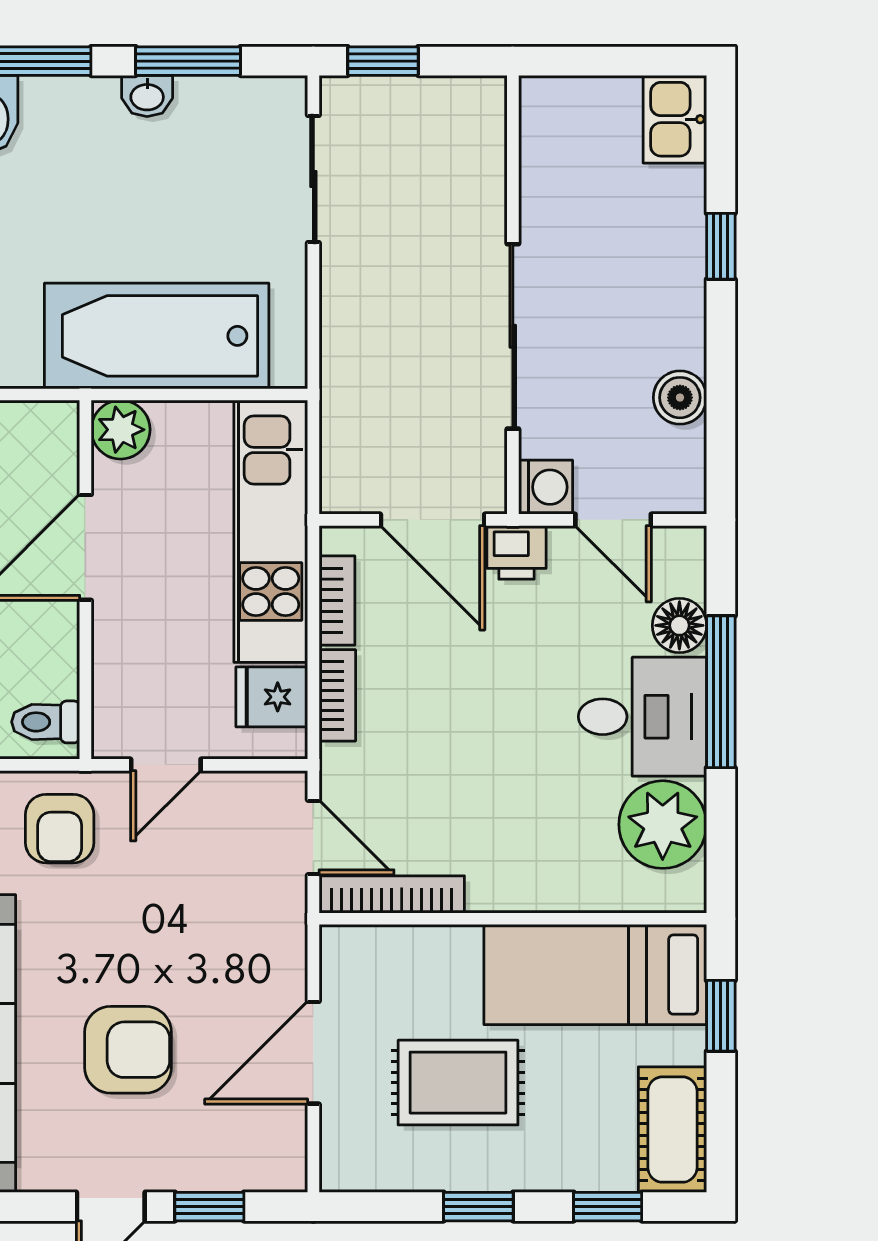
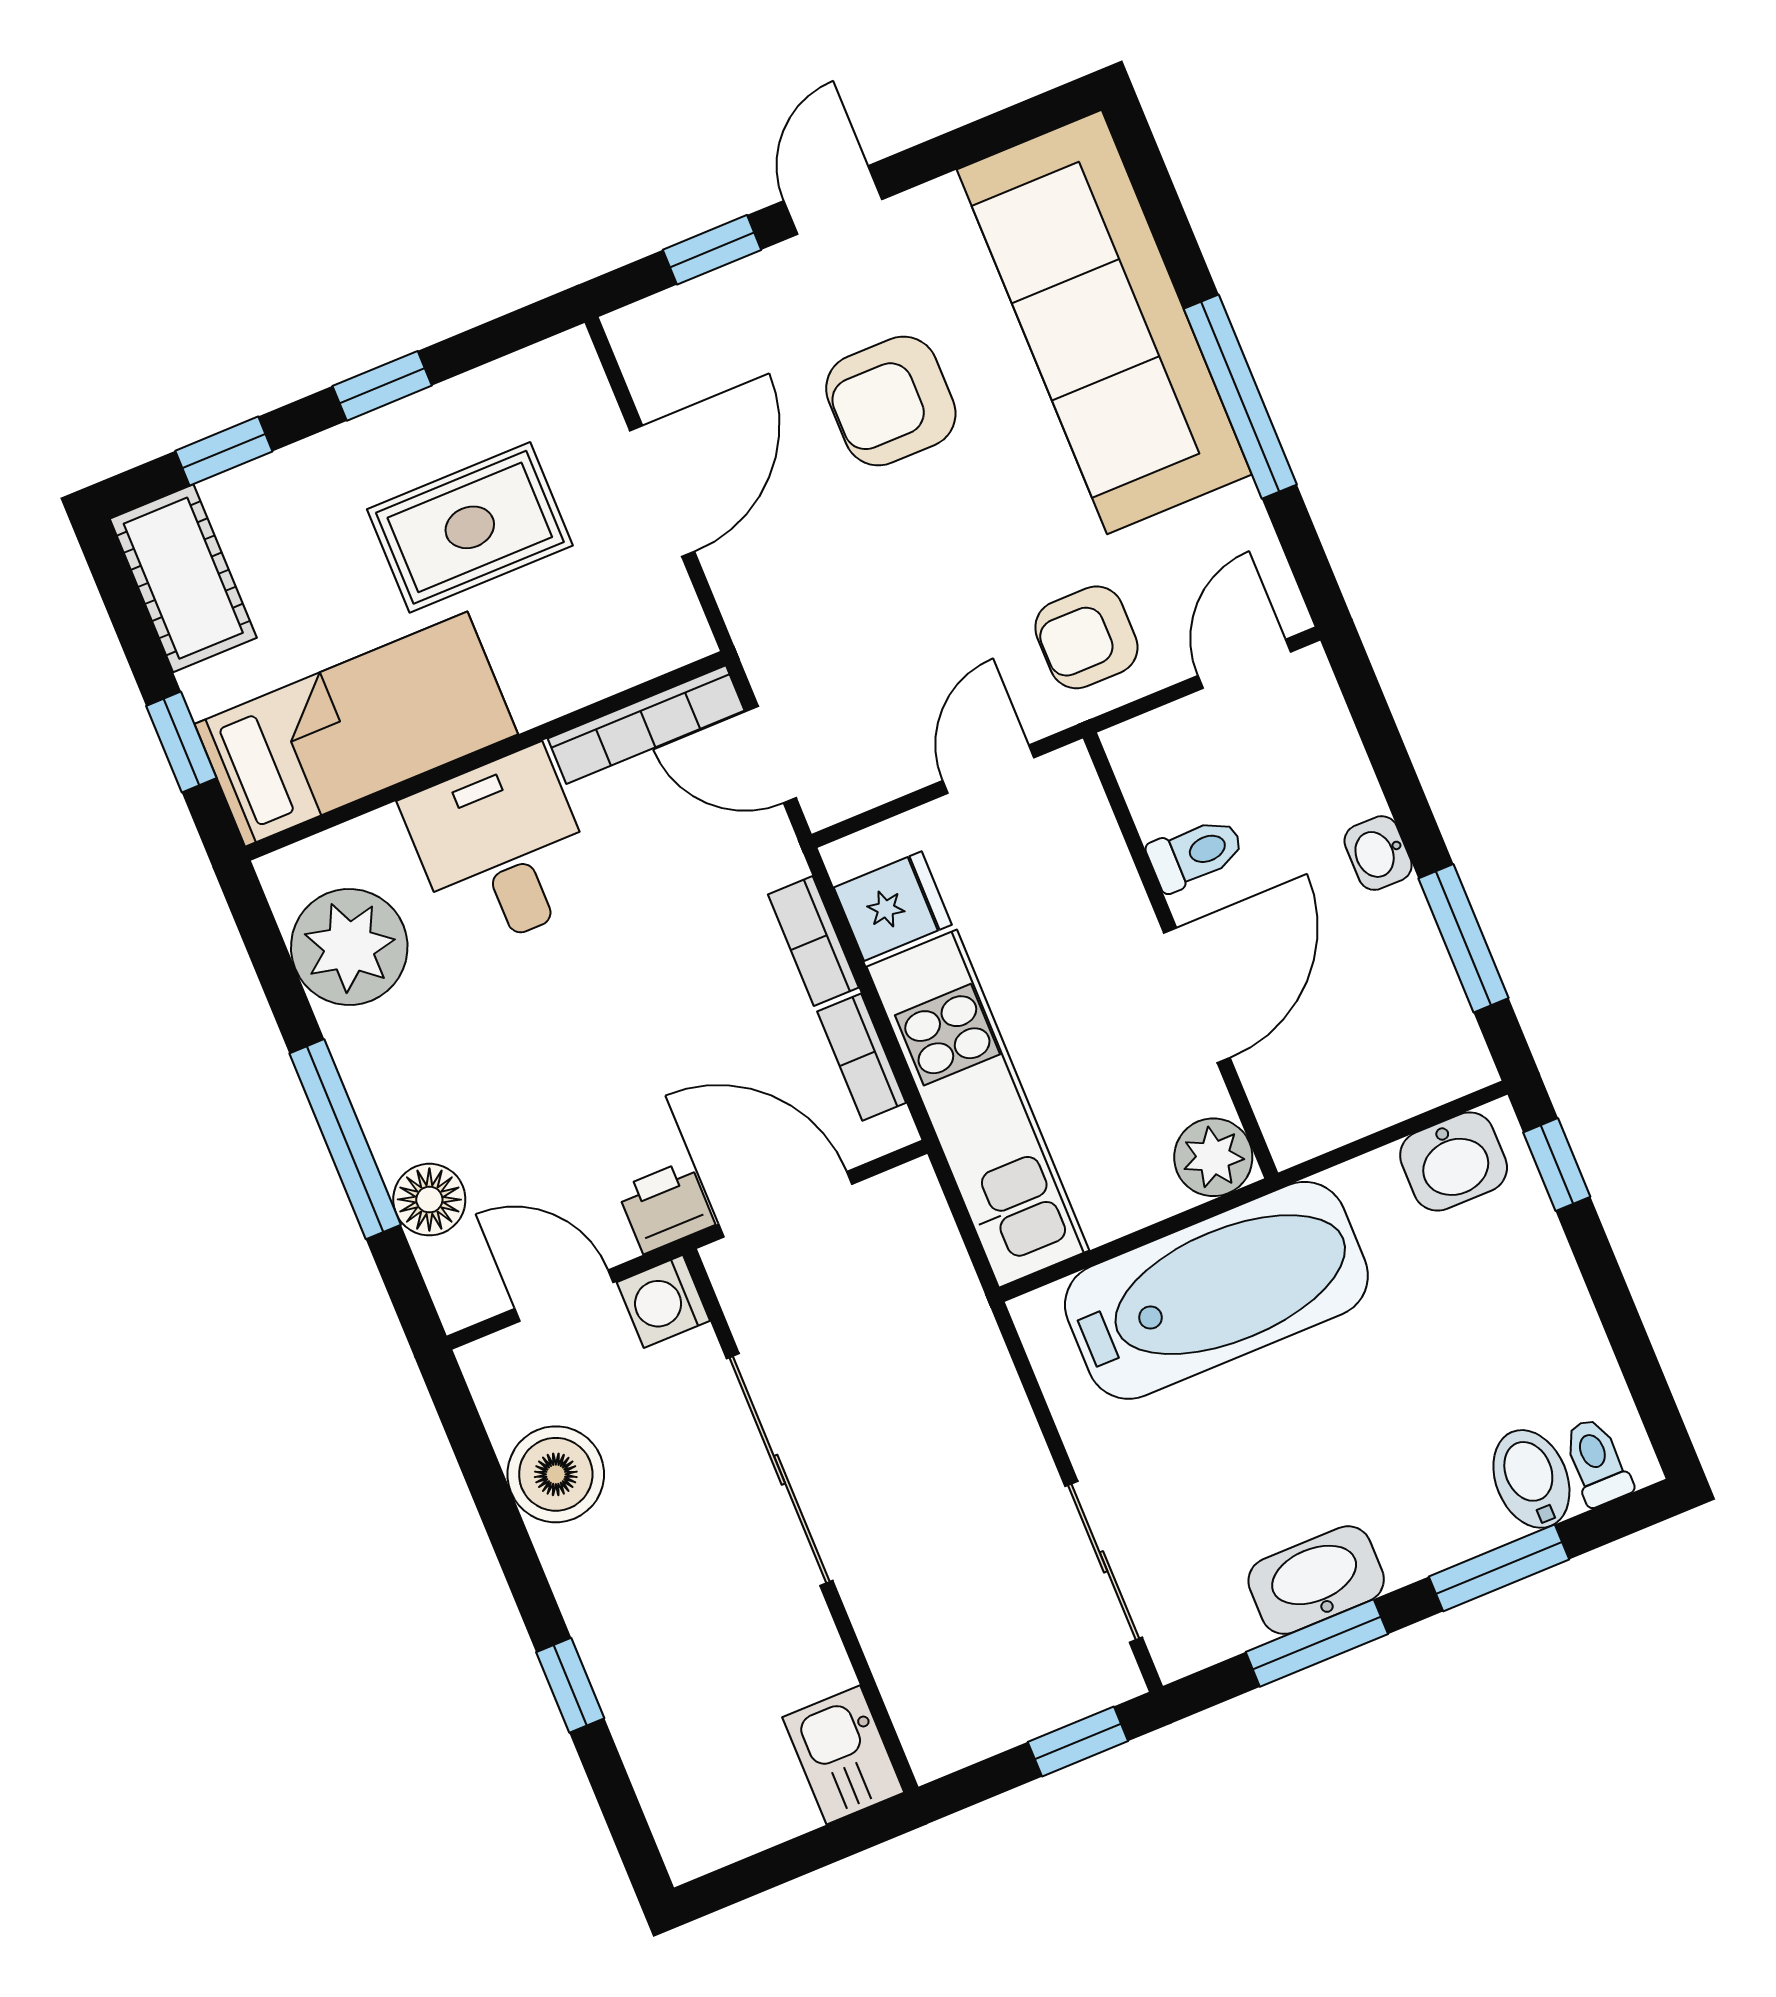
washbasin: (147, 96) -> (1316, 1580), width x1.91, depth x1.45
kitchen sink: (675, 119) -> (843, 1755), moved, turned 180
boiler: (680, 398) -> (556, 1474), width x1.36, depth x1.36
desk: (642, 717) -> (502, 849), moved, turned 90
toilet: (46, 722) -> (1196, 854), moved
armchair: (60, 829) -> (1086, 637), turned -90

